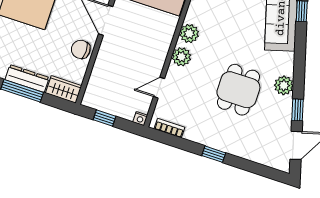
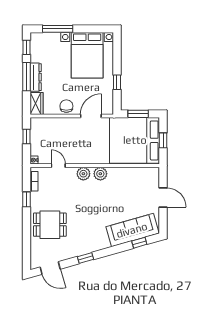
plant: (284, 85) -> (87, 247), removed
dining table: (238, 90) -> (50, 225), moved
window: (298, 110) -> (85, 258), moved
window: (214, 154) -> (27, 199), moved

